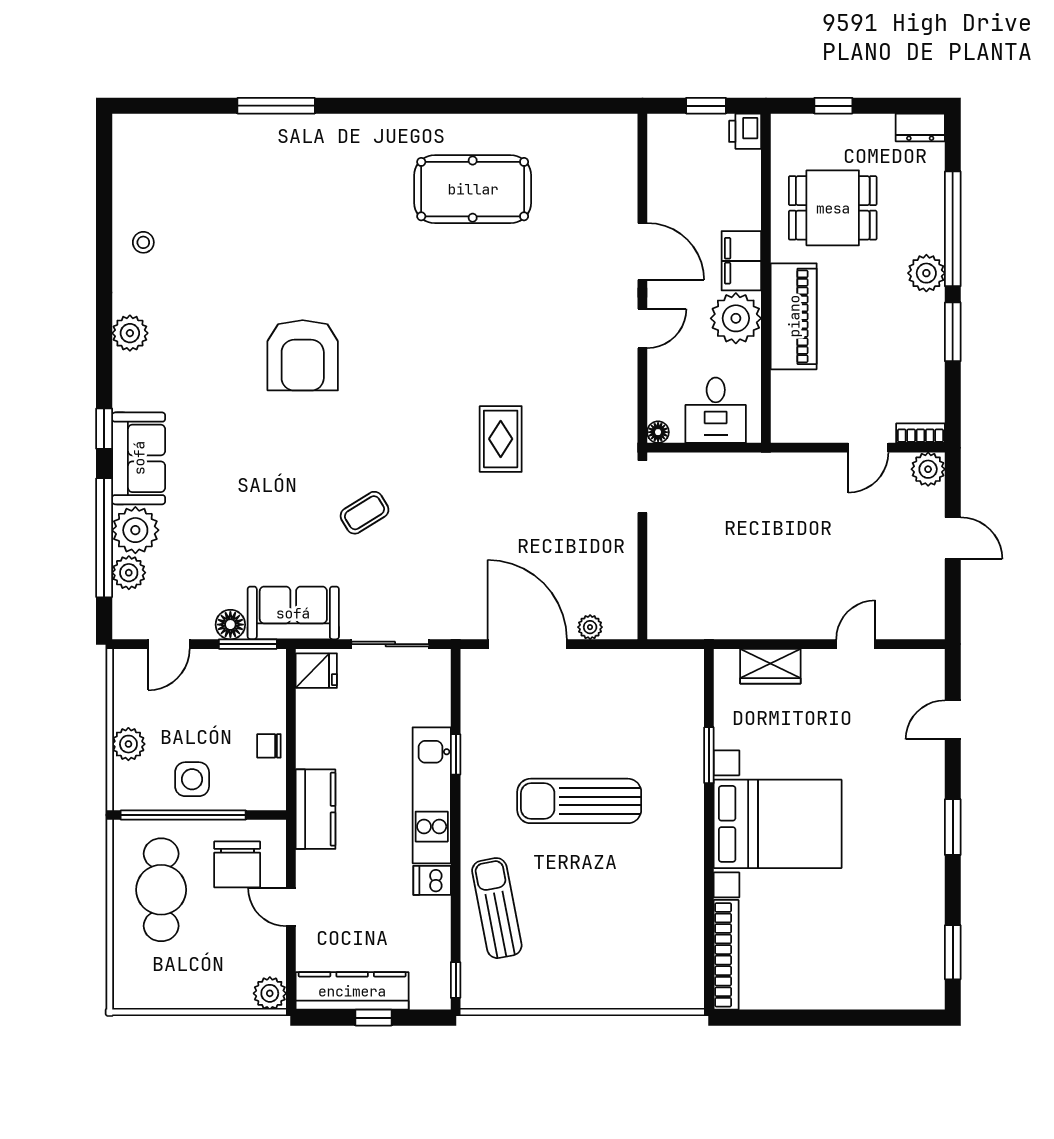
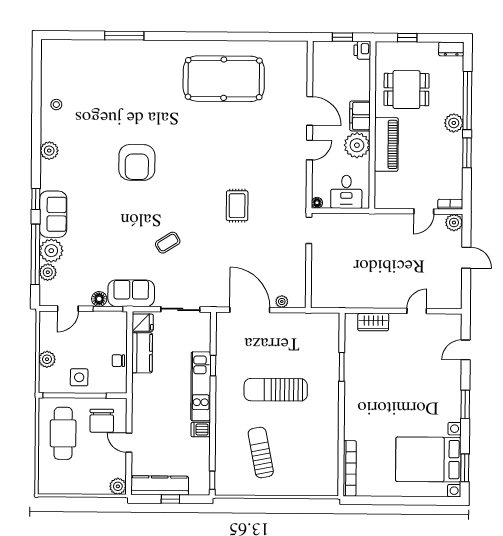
pool table: (473, 189) -> (224, 79), width x1.36, depth x1.32
kitchen counter: (316, 809) -> (142, 353), moved
bed with nightstands: (778, 824) -> (428, 459), moved, turned 180
sun lounger: (497, 908) -> (261, 453), moved

